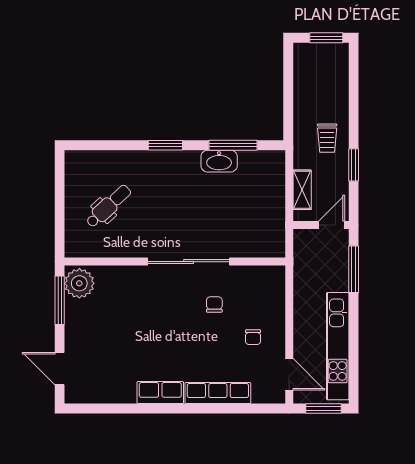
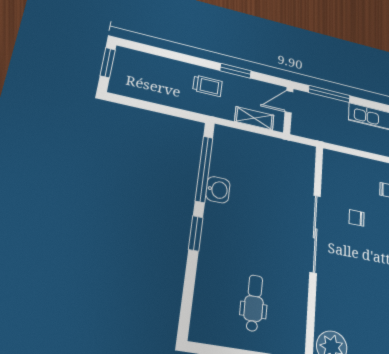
window: (233, 145) -> (204, 169), width x1.46
washbasin: (219, 161) -> (218, 190), width x0.72
dental chair: (108, 206) -> (254, 303), turned 43
door: (332, 225) -> (289, 102), hinge flipped

